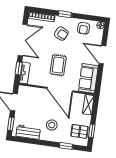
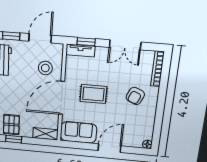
window: (65, 14) -> (161, 99), removed
armchair: (84, 28) -> (143, 124), removed
double door: (23, 40) -> (125, 45), width x0.73
stool: (52, 125) -> (45, 68), moved

